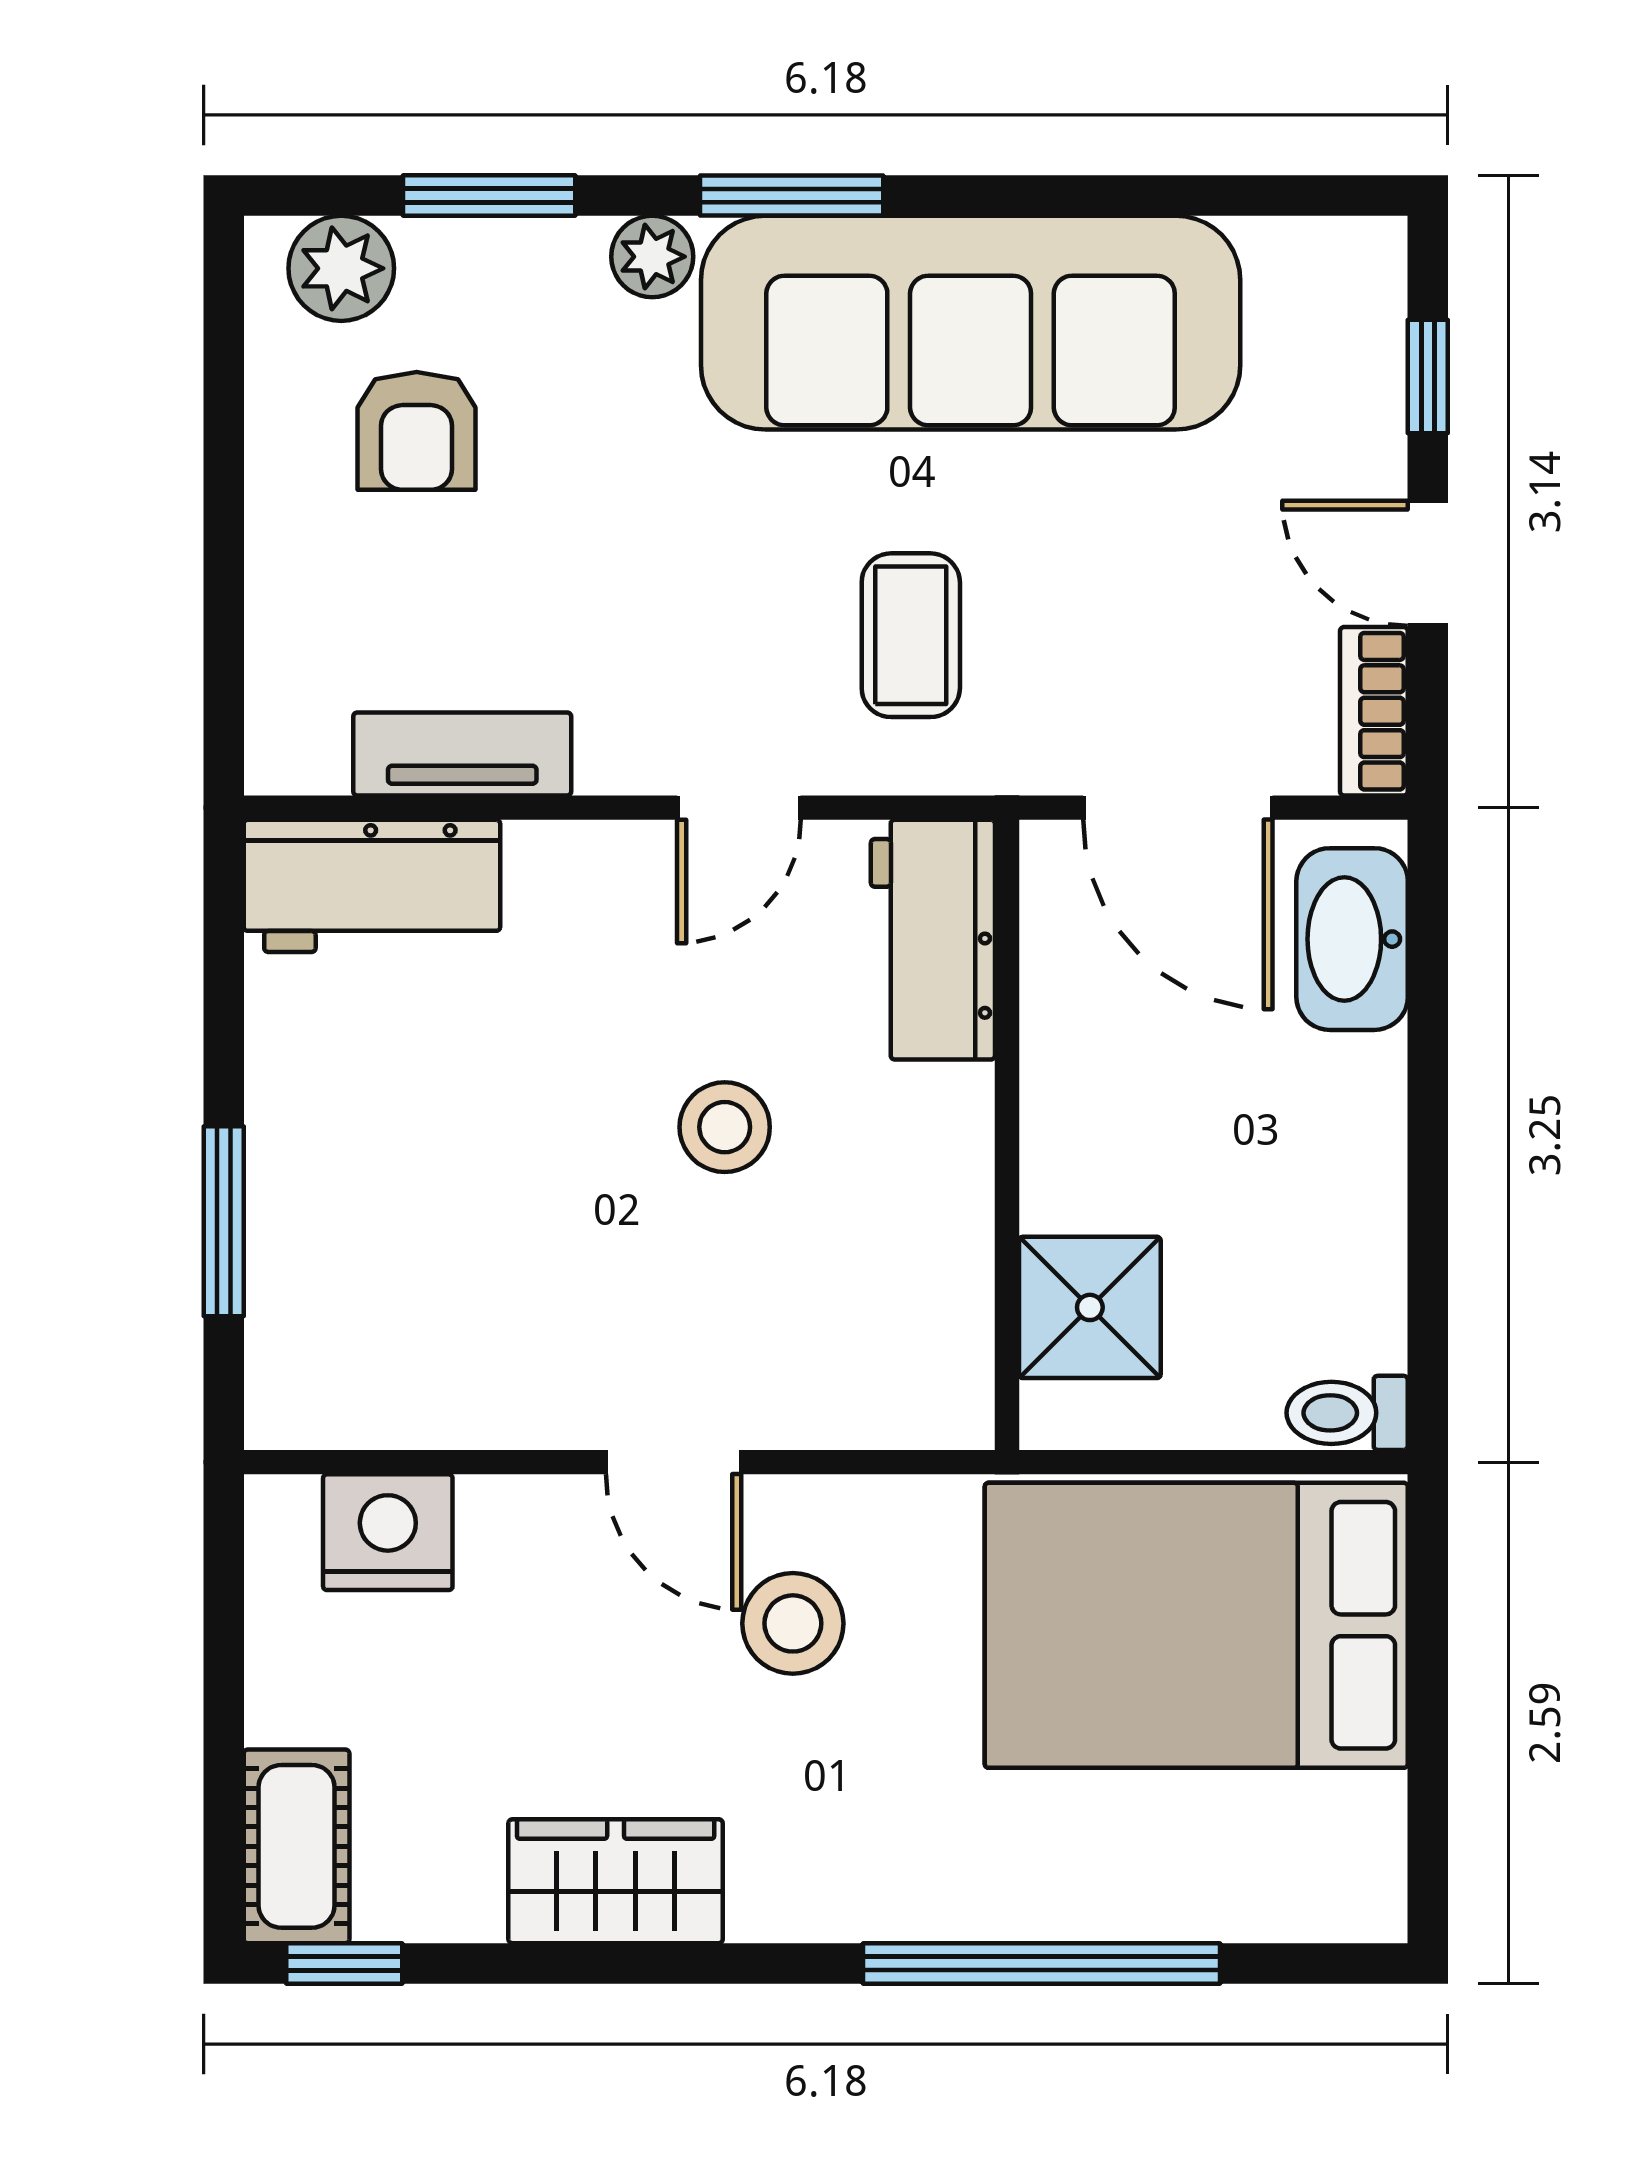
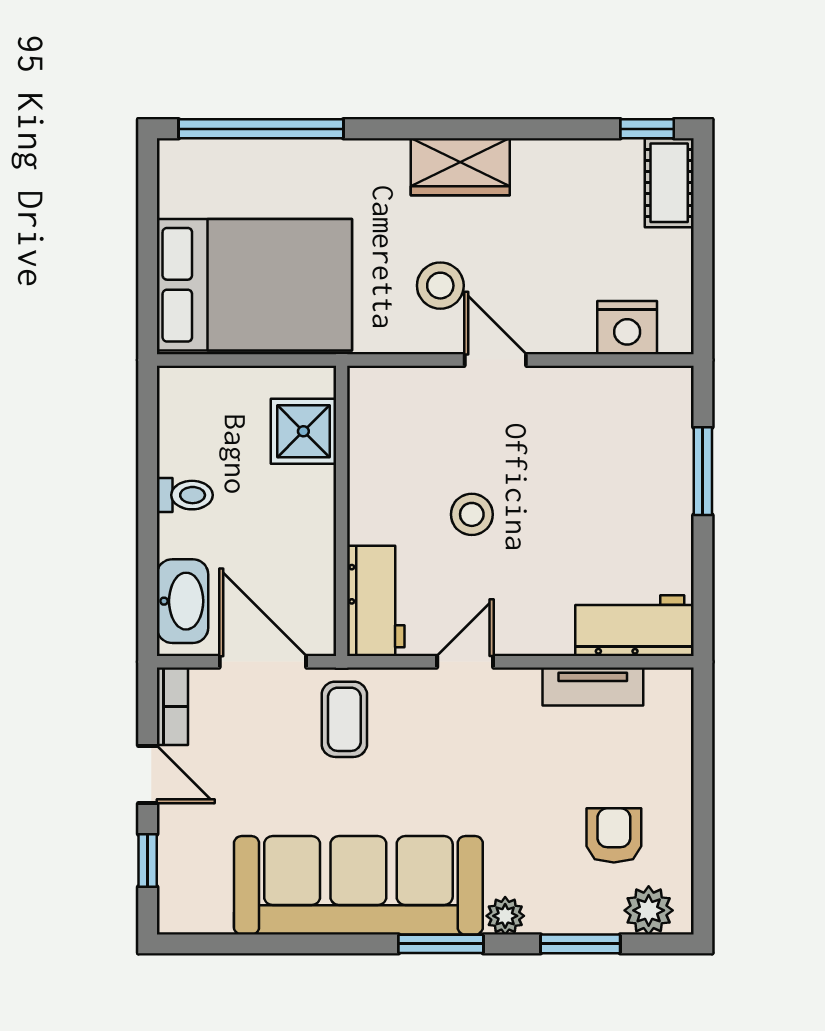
coffee table: (911, 635) -> (344, 719), moved
toilet: (1347, 1413) -> (185, 495), moved
wardrobe: (616, 1881) -> (460, 167), moved
window: (1042, 1963) -> (261, 129), moved

